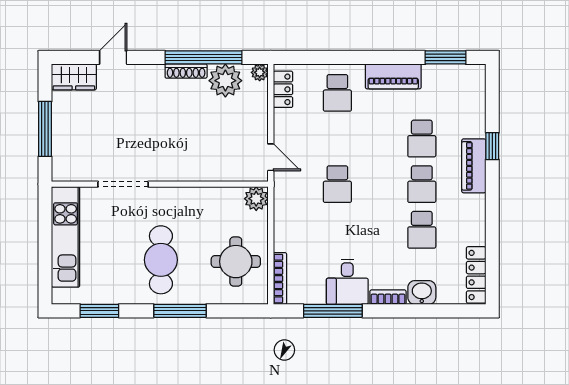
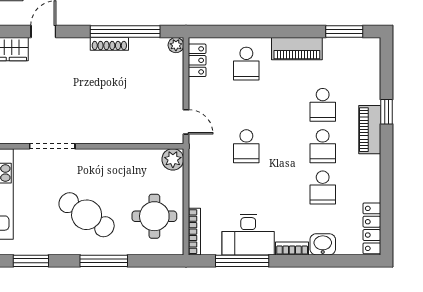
plant: (225, 81) -> (145, 52), removed
cafe table: (161, 260) -> (87, 215), turned -56
desk: (347, 282) -> (248, 235), width x1.37

